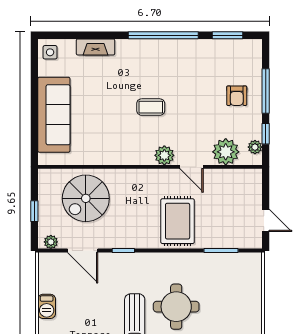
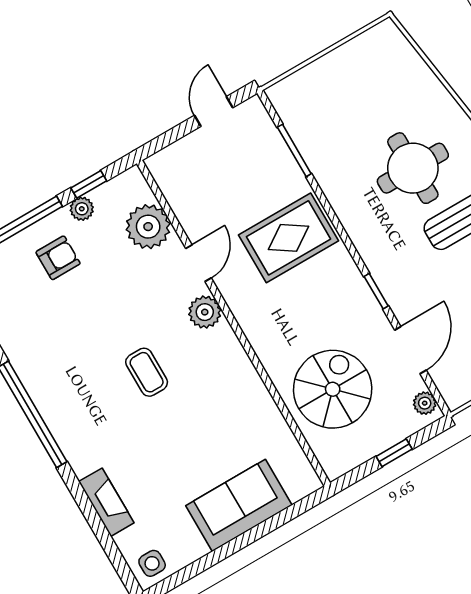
sofa: (54, 115) -> (239, 505), width x0.73
plant: (255, 147) -> (82, 209), moved
spiral stairs: (86, 198) -> (333, 389), turned -90

